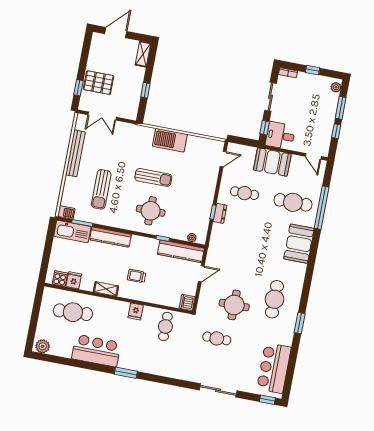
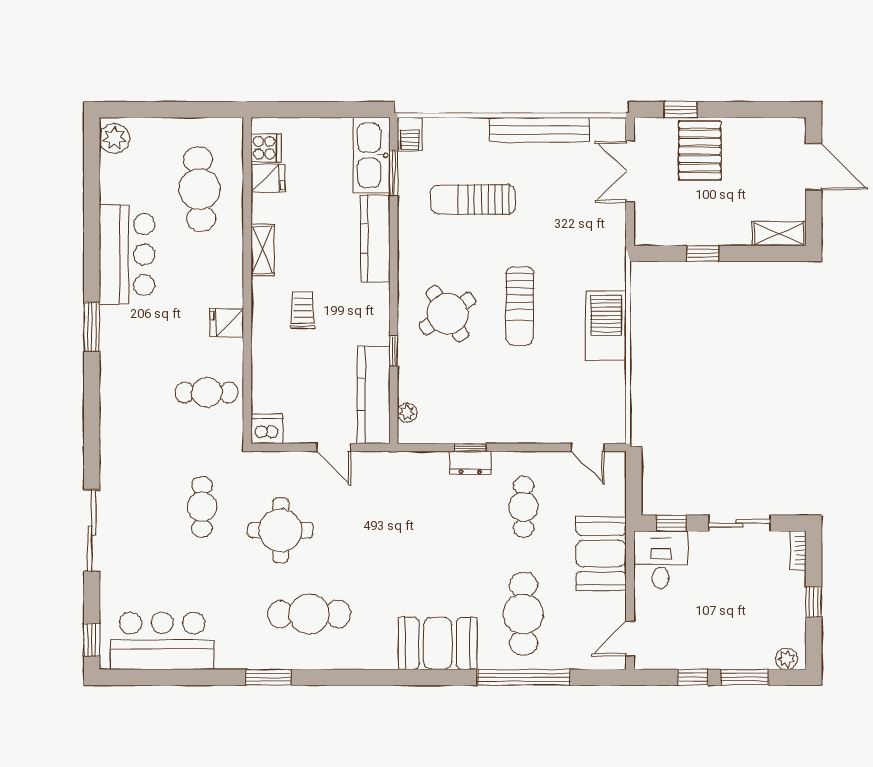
round table: (151, 211) -> (447, 314), turned -33

